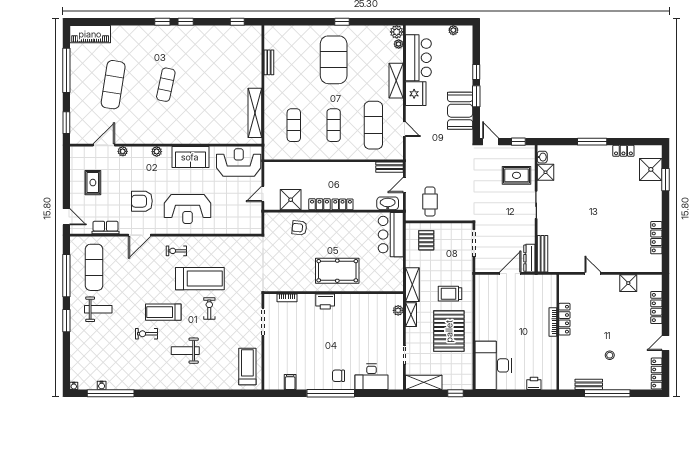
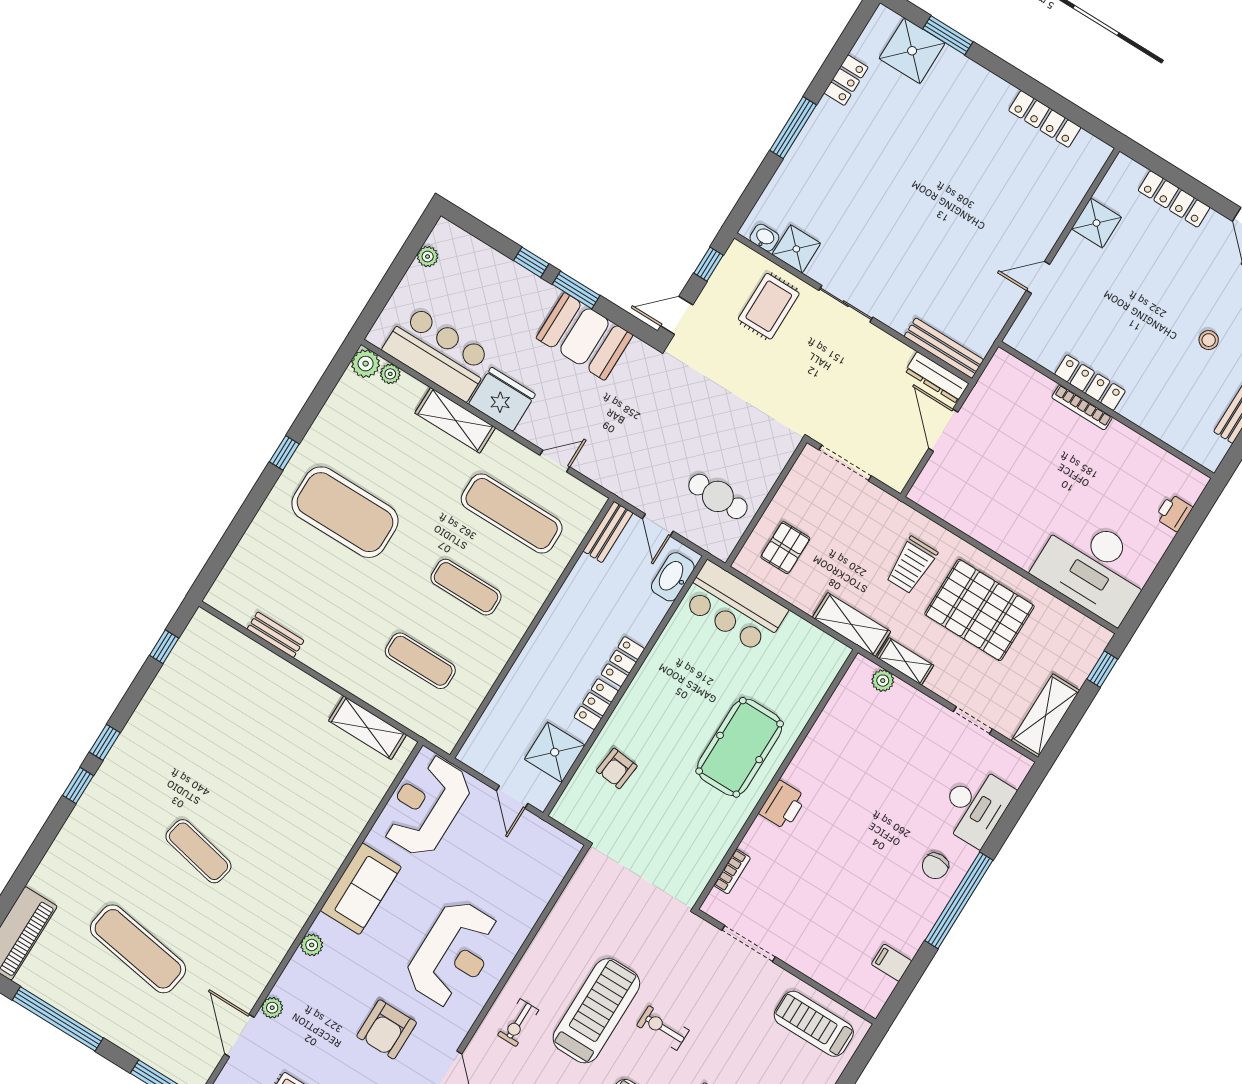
shelving: (255, 113) -> (368, 728), width x0.68
pallet: (426, 240) -> (785, 548), turned 90

